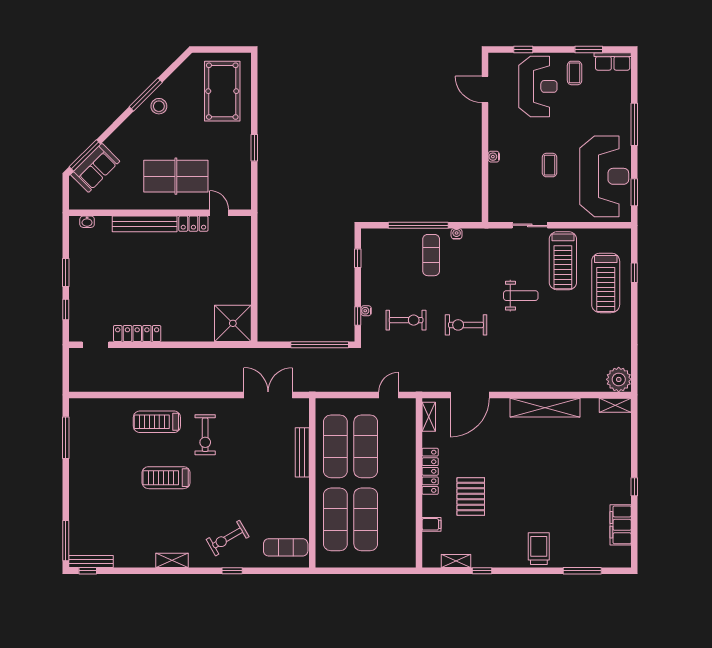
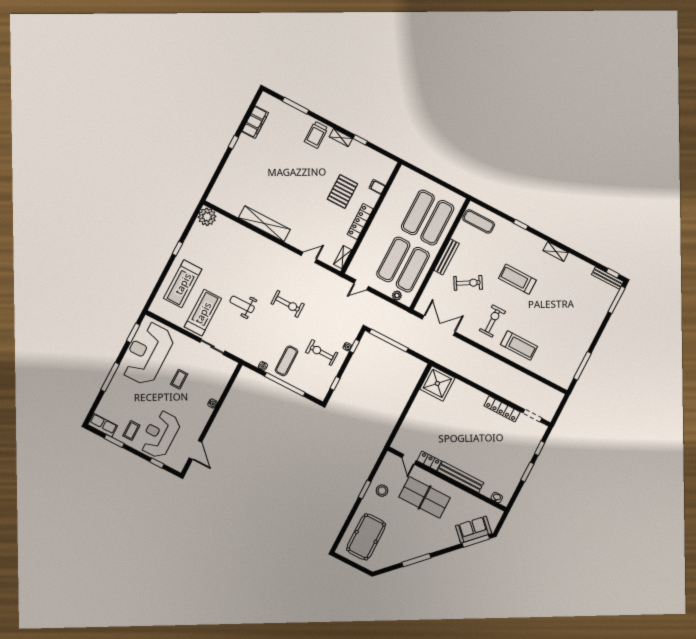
stool: (159, 106) -> (382, 491), moved
window: (634, 273) -> (177, 249), moved
treadmill: (606, 283) -> (183, 284), turned 180
exercise bike: (406, 320) -> (322, 353), moved
double door: (268, 395) -> (439, 325), swing flipped
door: (470, 395) -> (309, 257), width x0.53
plant: (338, 405) -> (397, 296), added
shelving: (615, 405) -> (218, 201), removed
bench: (302, 452) -> (447, 257), moved
treadmill: (166, 478) -> (517, 279), moved, turned 180
exercise bike: (228, 538) -> (468, 283), moved
shelving: (456, 561) -> (341, 138), moved

